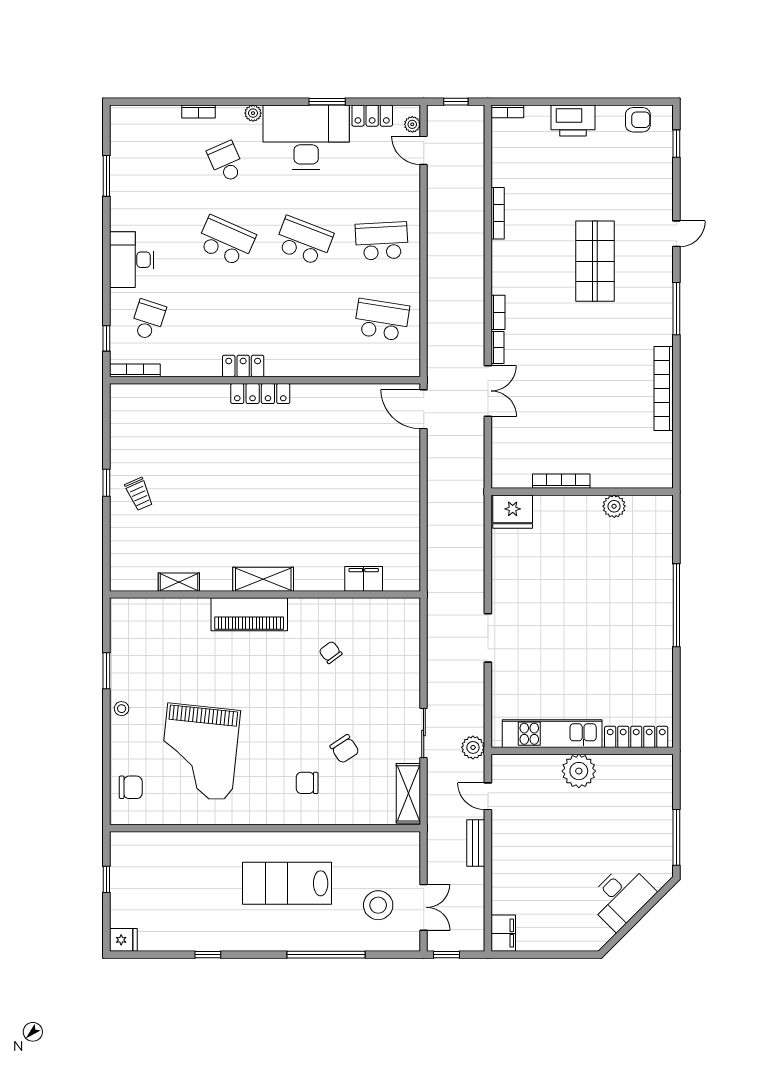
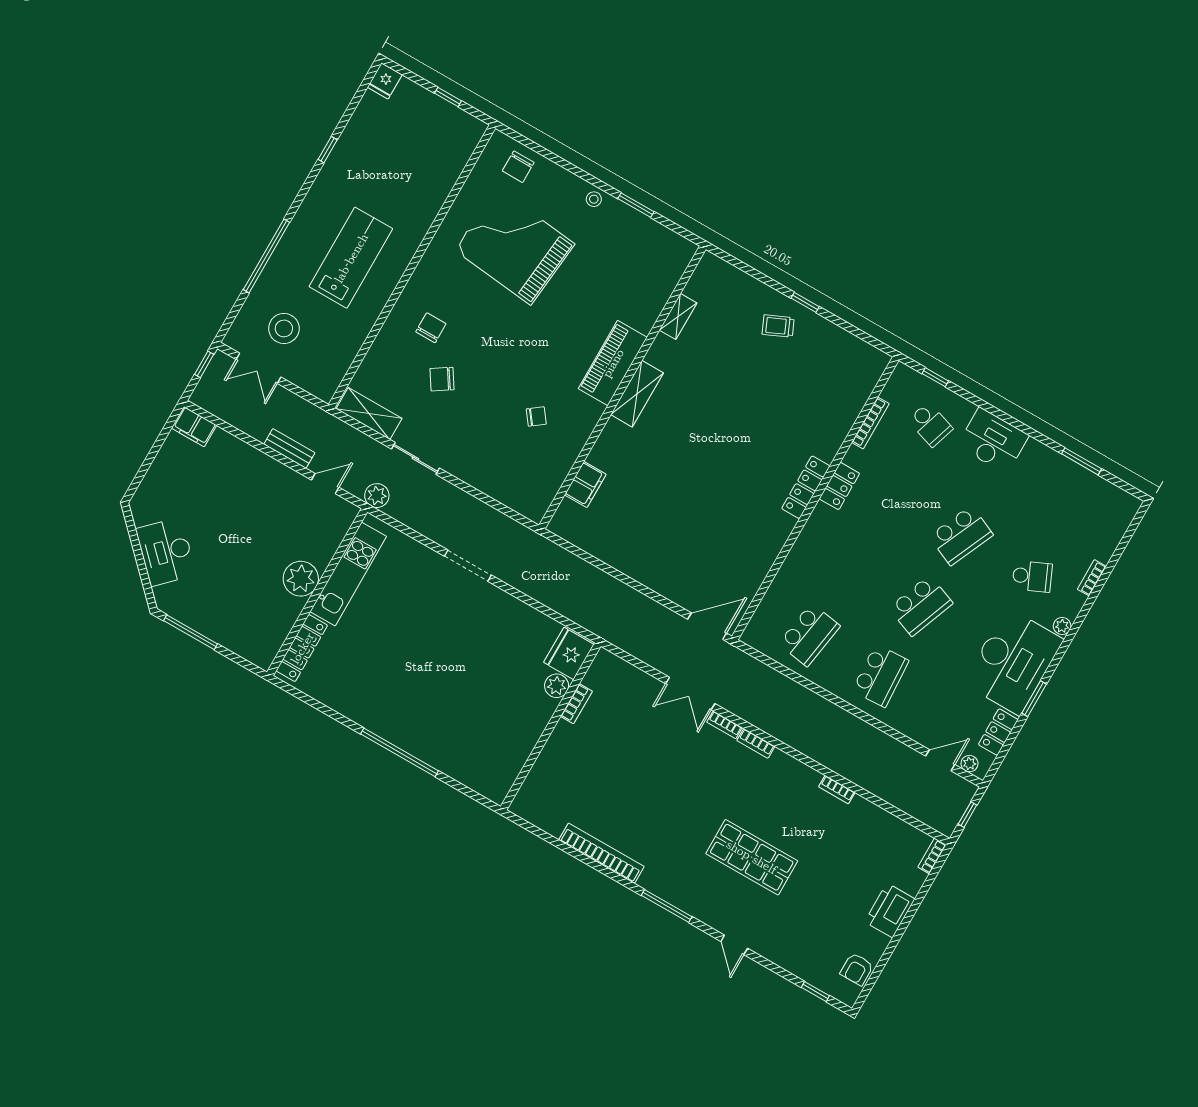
bookcase: (498, 213) -> (837, 790), width x0.64
bookcase: (135, 370) -> (870, 423), moved
bookcase: (561, 481) -> (576, 704), width x0.64
plant: (614, 506) -> (557, 686), moved

